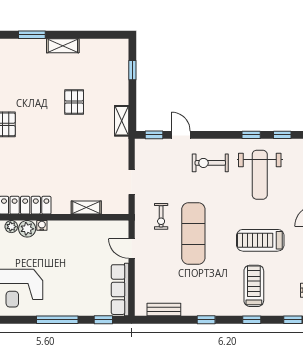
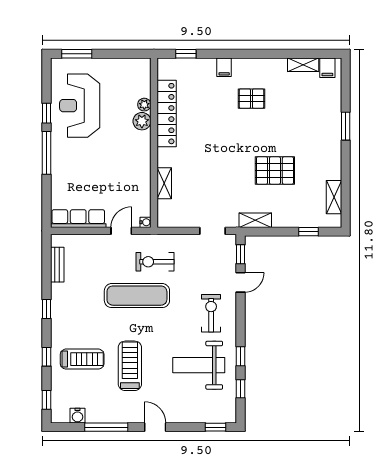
shelving: (63, 46) -> (334, 197), moved
pallet: (74, 102) -> (275, 170), width x1.50, depth x1.42
doorway: (132, 182) -> (212, 231), moved
exercise bike: (161, 216) -> (155, 262), width x1.38, depth x1.39
water cooler: (42, 225) -> (145, 222), moved
window: (103, 320) -> (46, 113), moved

